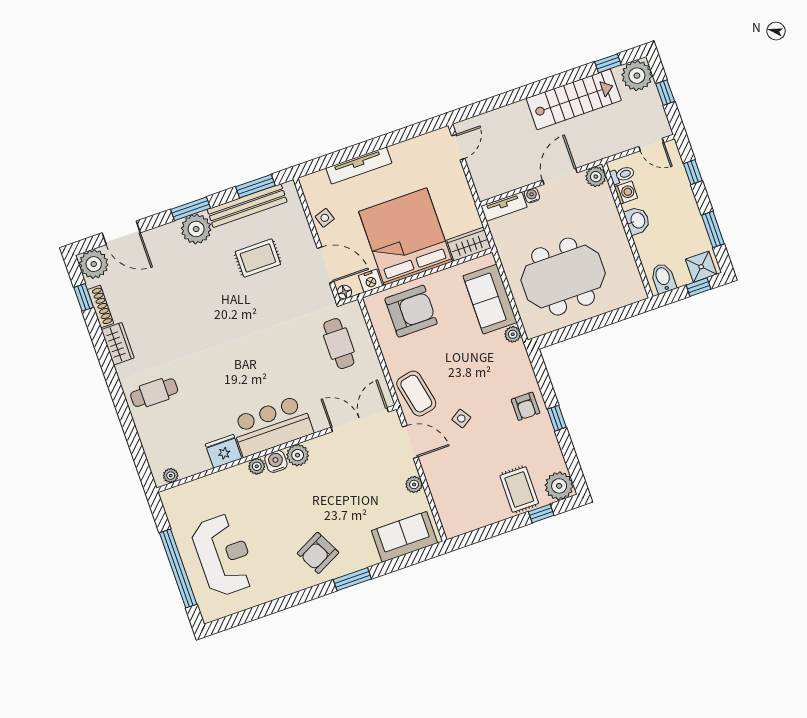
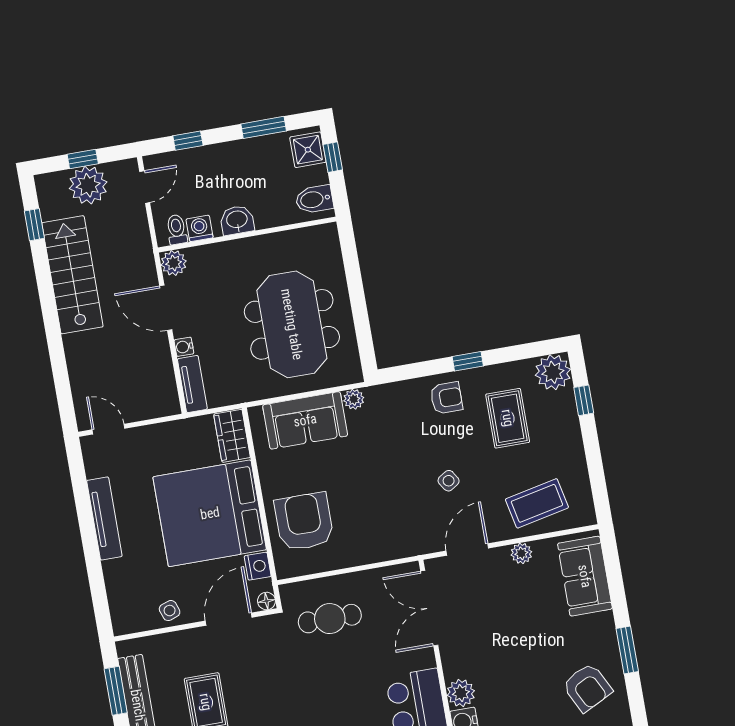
plant: (637, 76) -> (88, 185), moved
tv unit: (359, 166) -> (104, 518), moved
coffee table: (416, 394) -> (537, 503), moved
rug: (519, 489) -> (508, 418), moved, turned 90

